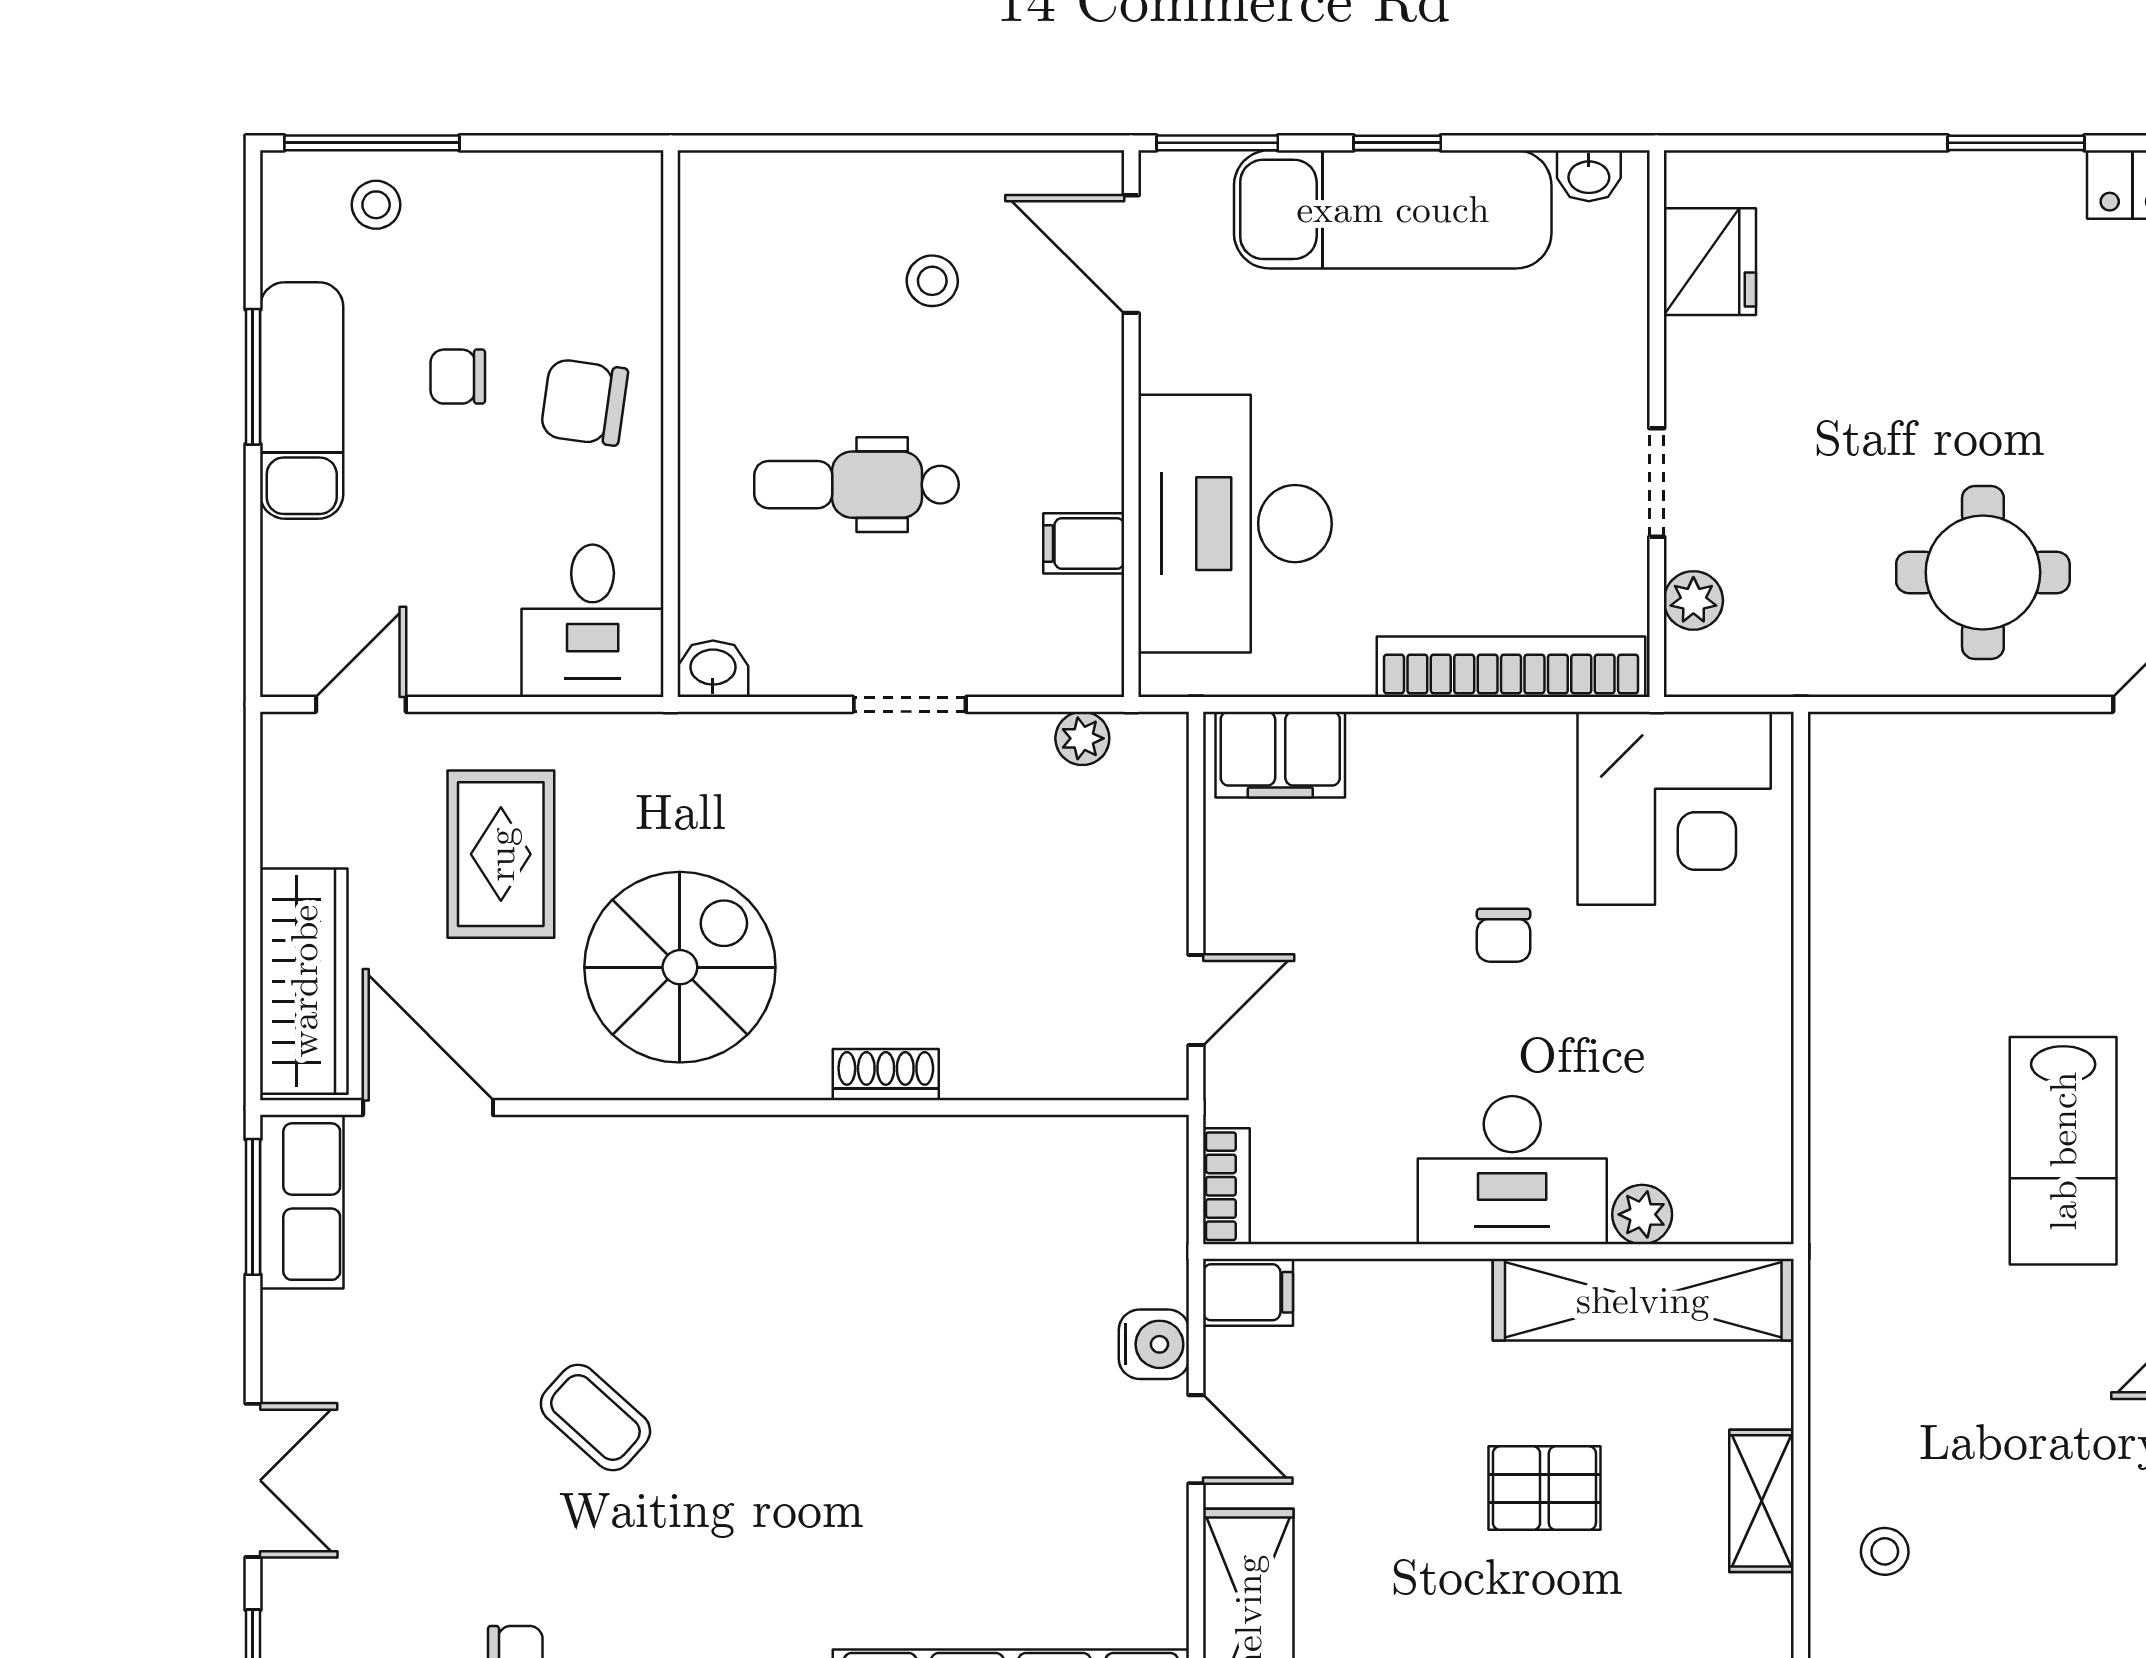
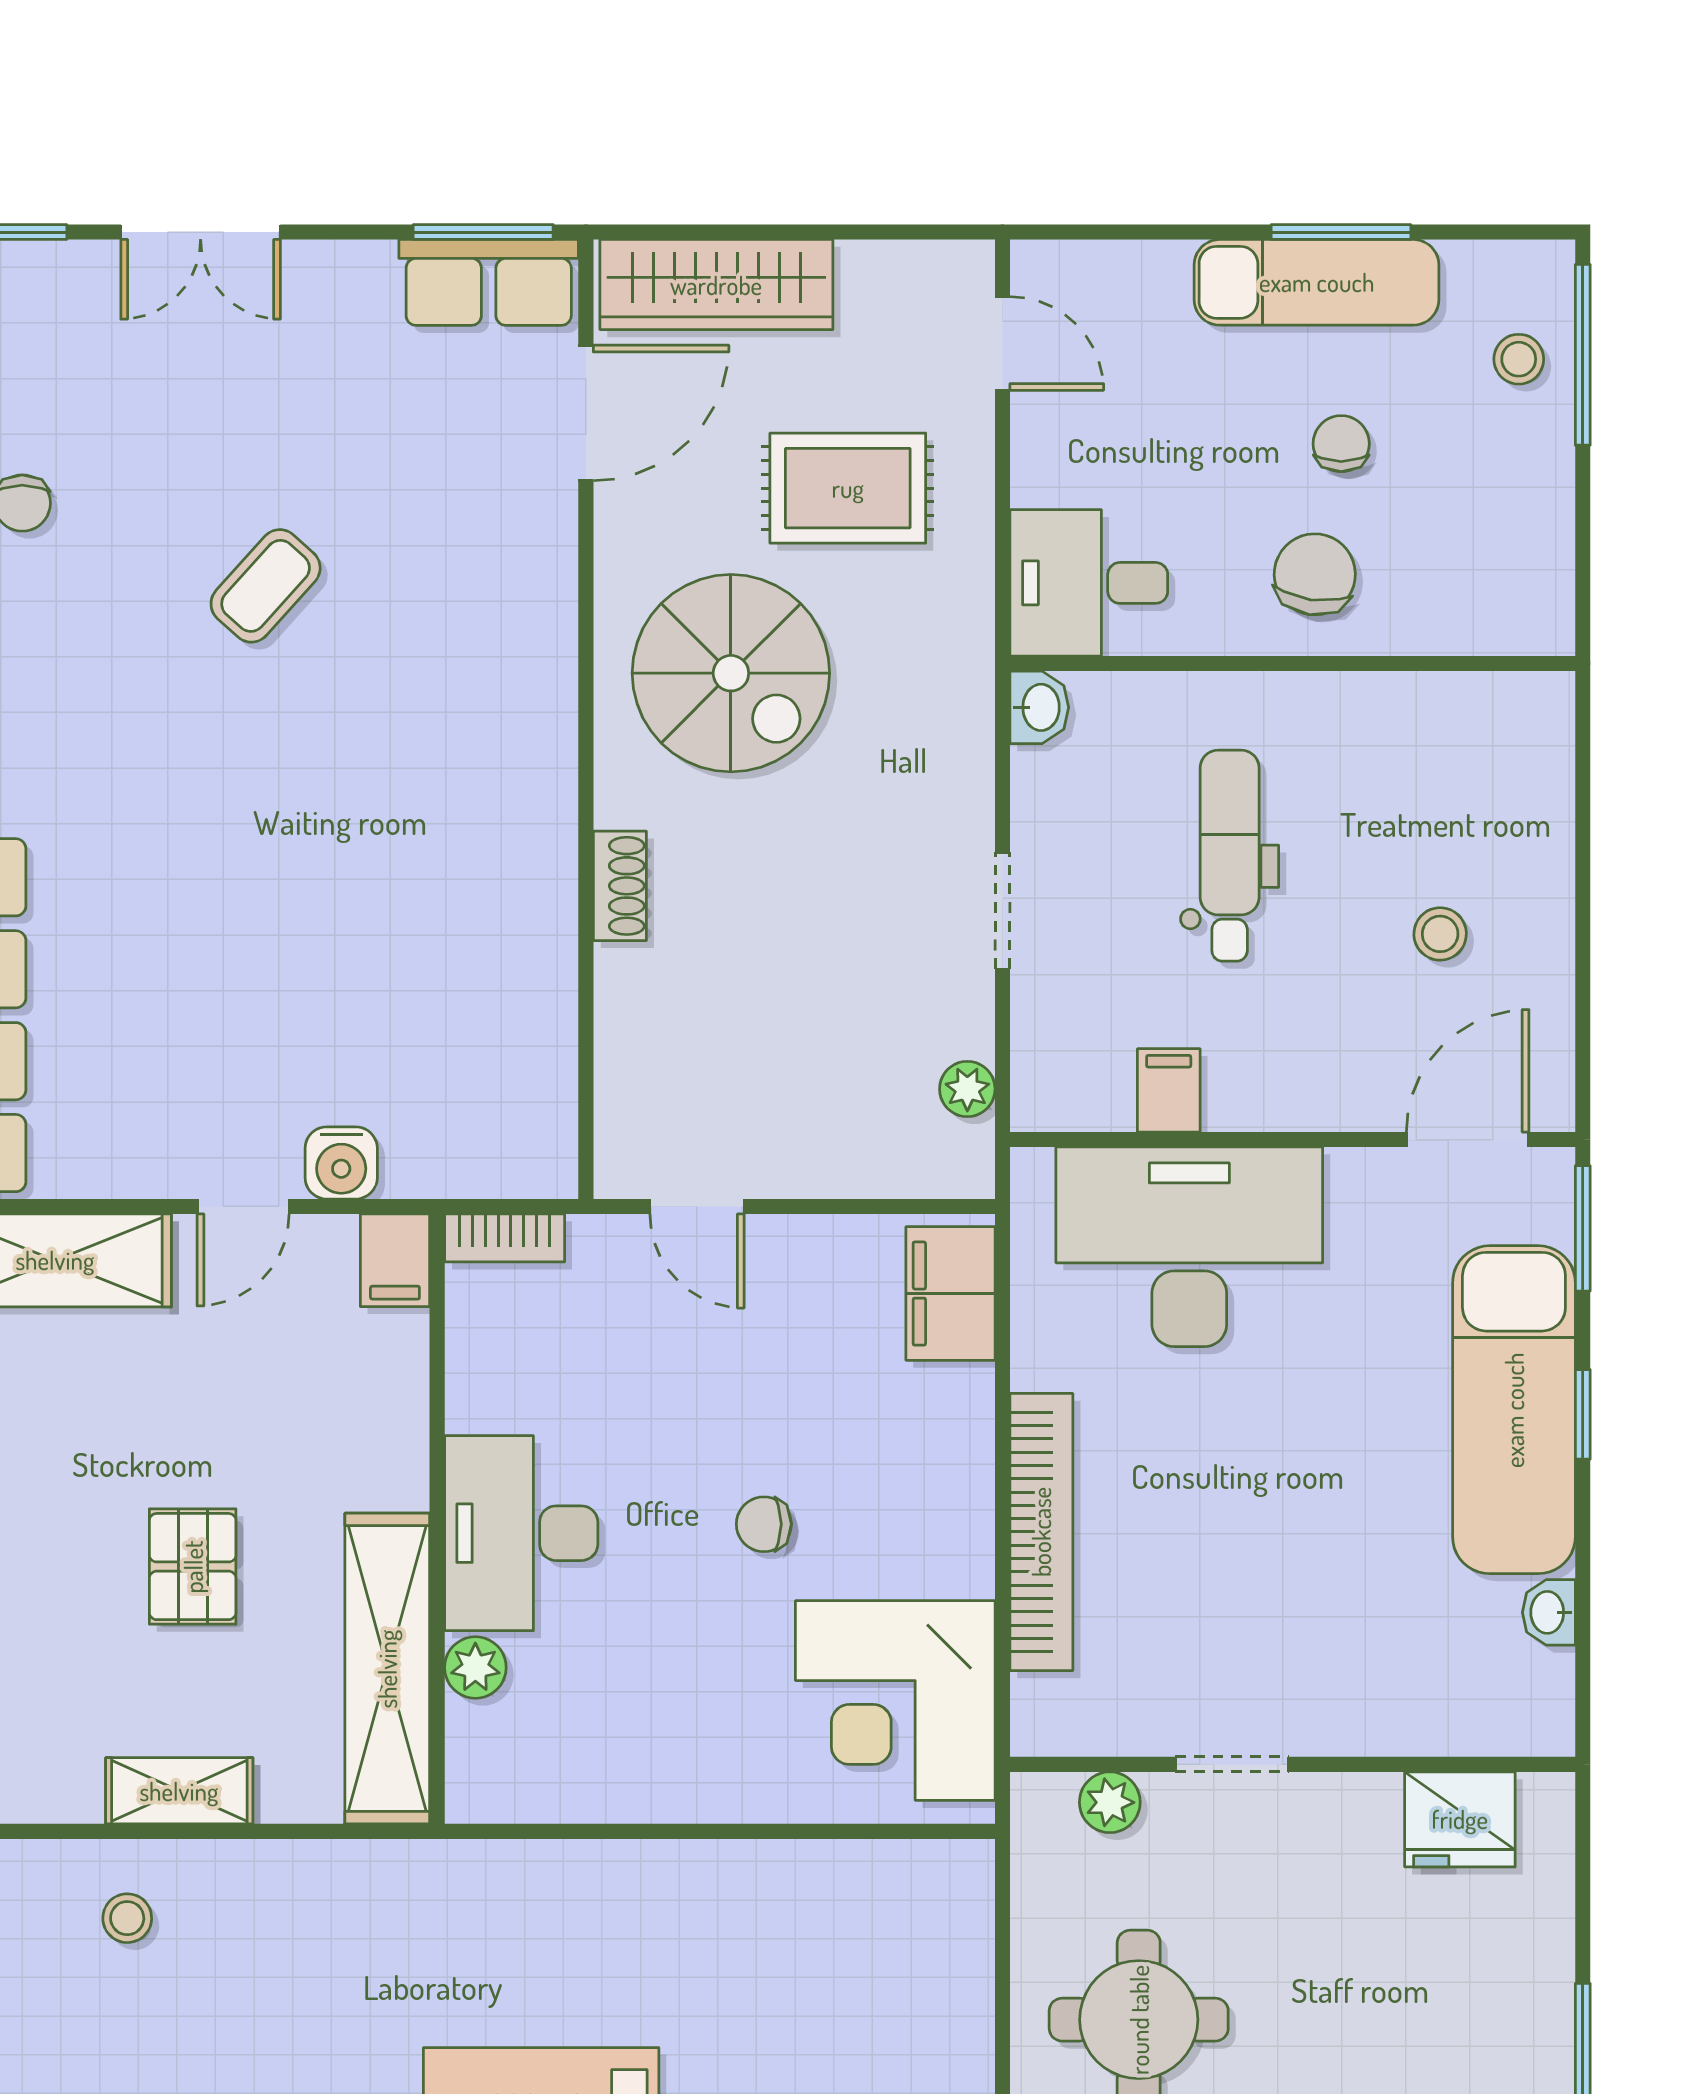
fridge: (1710, 262) -> (1460, 1819), moved
wall: (1657, 424) -> (1293, 1764), moved
doorway: (1657, 483) -> (1232, 1764), moved
plant: (1693, 600) -> (1110, 1802), moved

